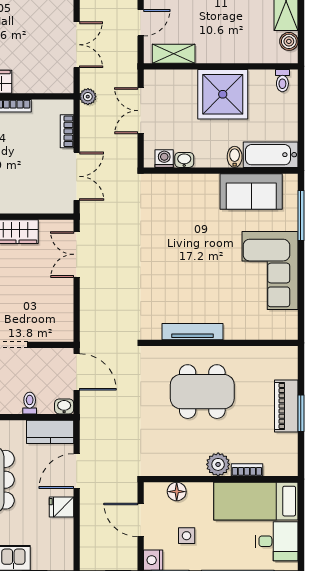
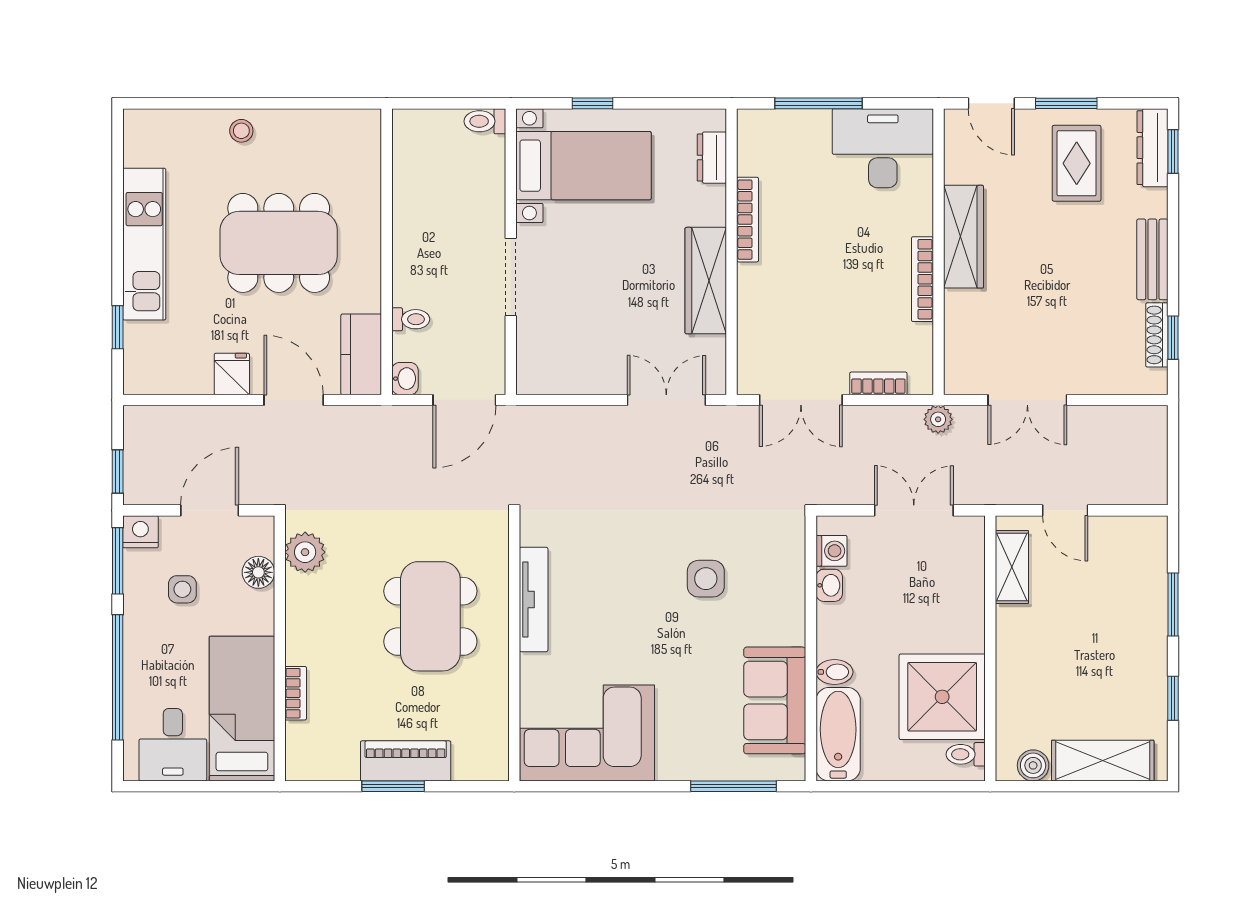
shower: (223, 94) -> (942, 697), moved
side table: (180, 232) -> (706, 579), added
corner sofa: (270, 270) -> (587, 733), moved
plant: (218, 464) -> (305, 552), moved

